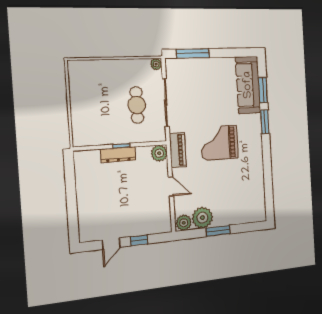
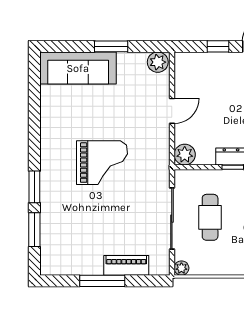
window: (193, 53) -> (102, 281), moved
sofa: (248, 85) -> (78, 68), moved, turned 90
piano: (178, 150) -> (126, 265), moved, turned 90
door: (171, 186) -> (172, 111), swing flipped
plant: (202, 218) -> (132, 66), removed

